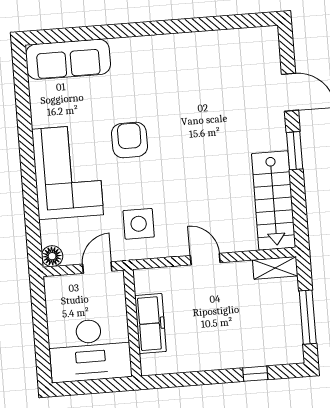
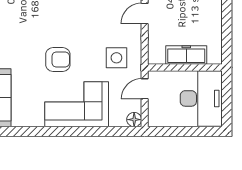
armchair: (130, 140) -> (58, 60), turned 180
door: (97, 268) -> (145, 89), hinge flipped

